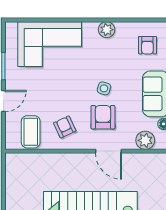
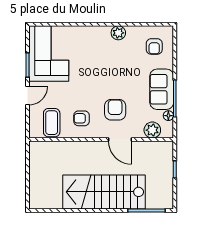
corner sofa: (50, 44) -> (49, 53), moved, turned -90
side table: (104, 88) -> (116, 84), removed
armchair: (65, 127) -> (82, 118), turned -65

